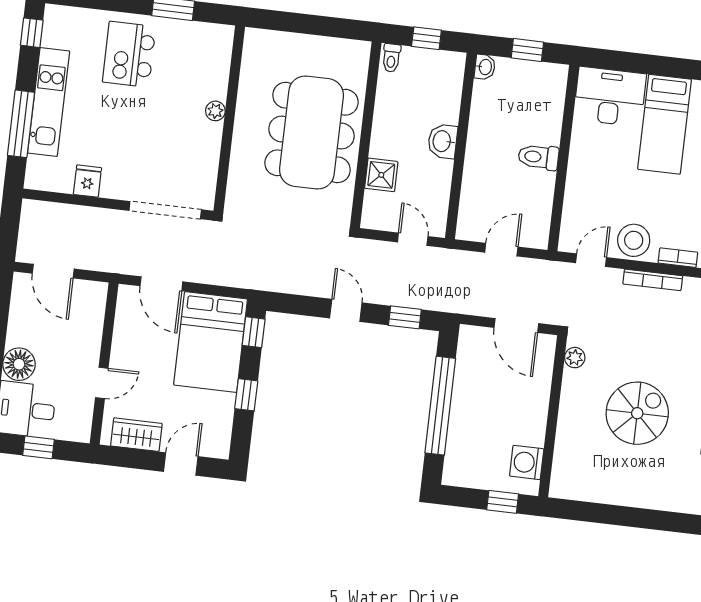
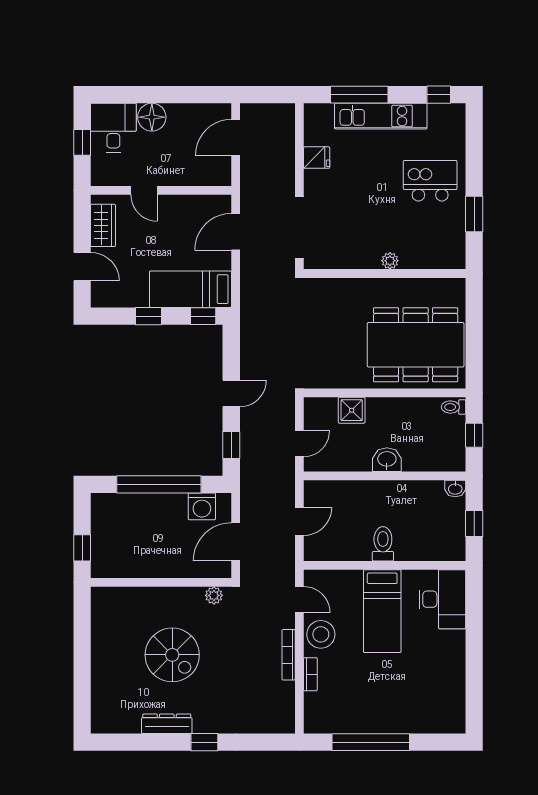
bed: (665, 124) -> (382, 611), moved, turned -90
dining table: (312, 133) -> (416, 345), moved
door: (501, 250) -> (299, 521), hinge flipped
bed: (211, 342) -> (190, 289), width x0.67
washing machine: (527, 462) -> (202, 506), moved, turned 180

